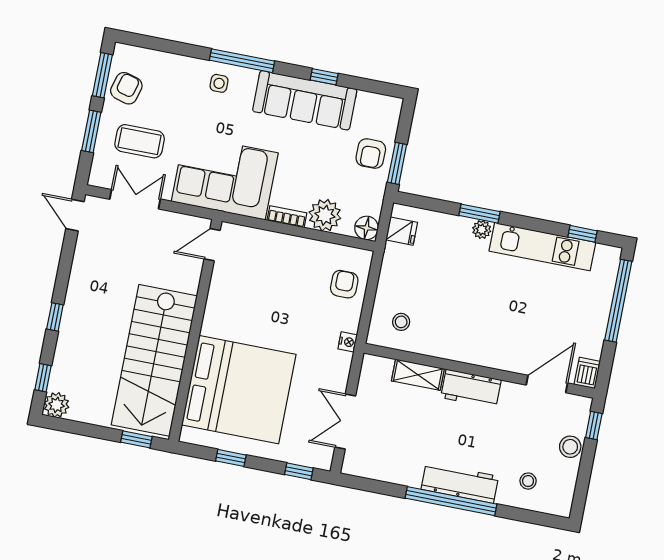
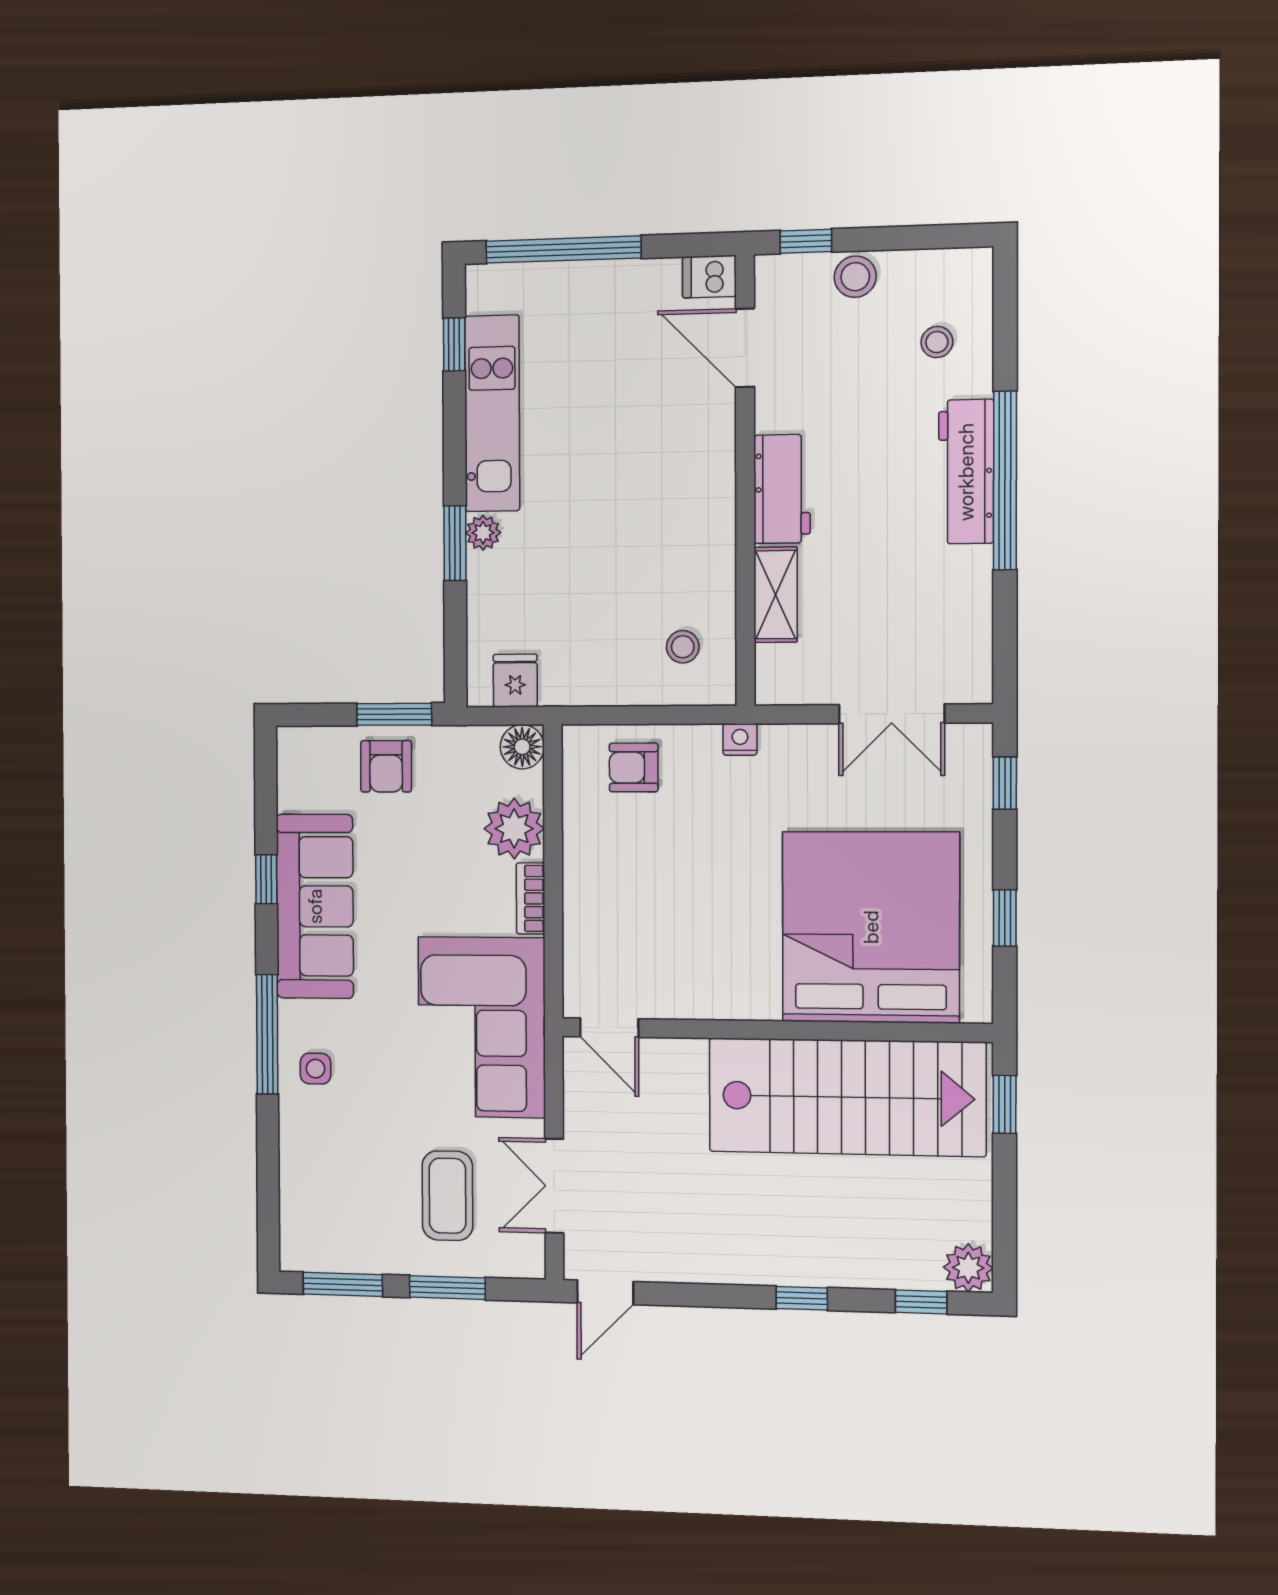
armchair: (126, 88) -> (357, 1237), removed
armchair: (371, 154) -> (386, 766), turned 90

